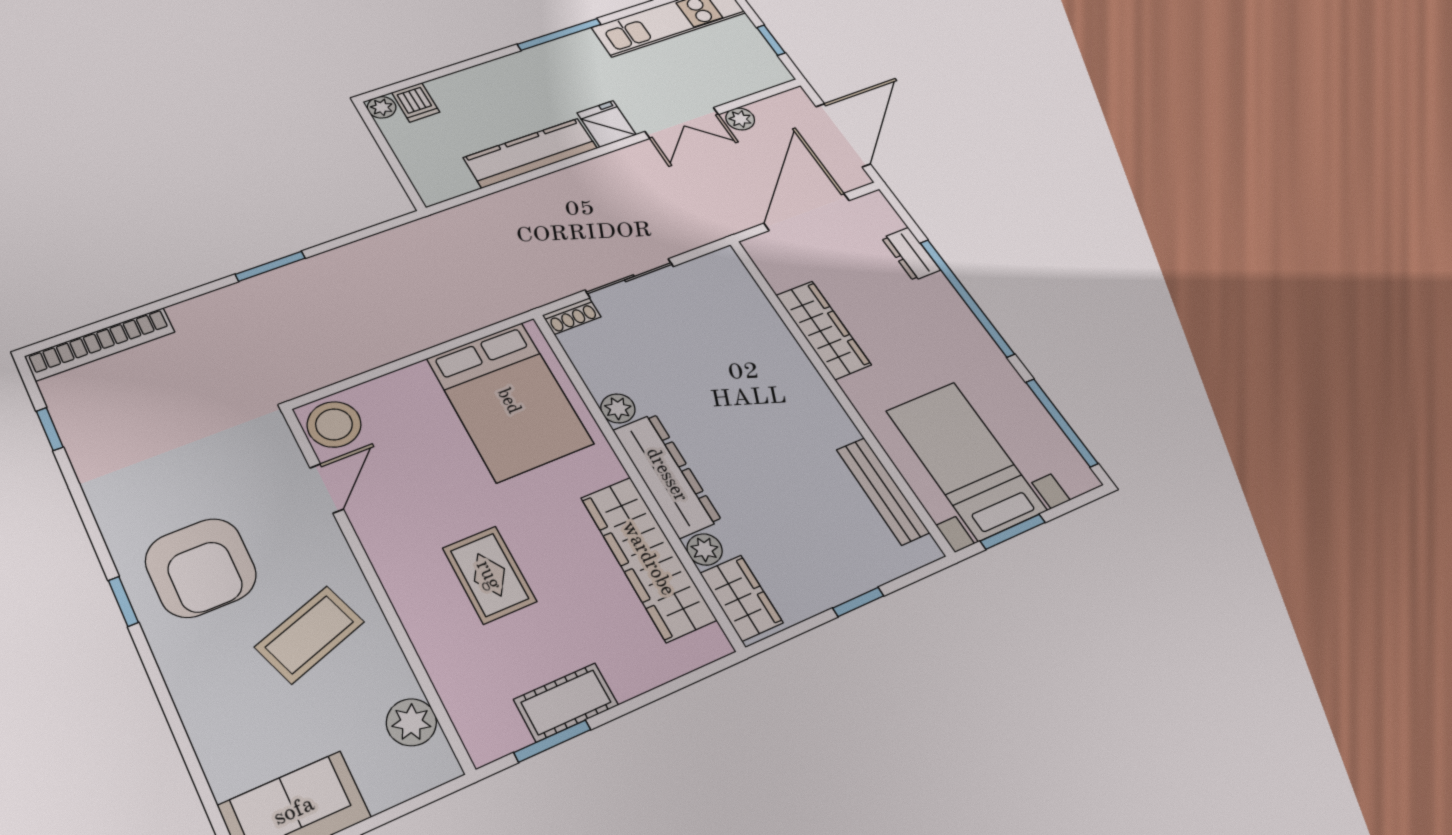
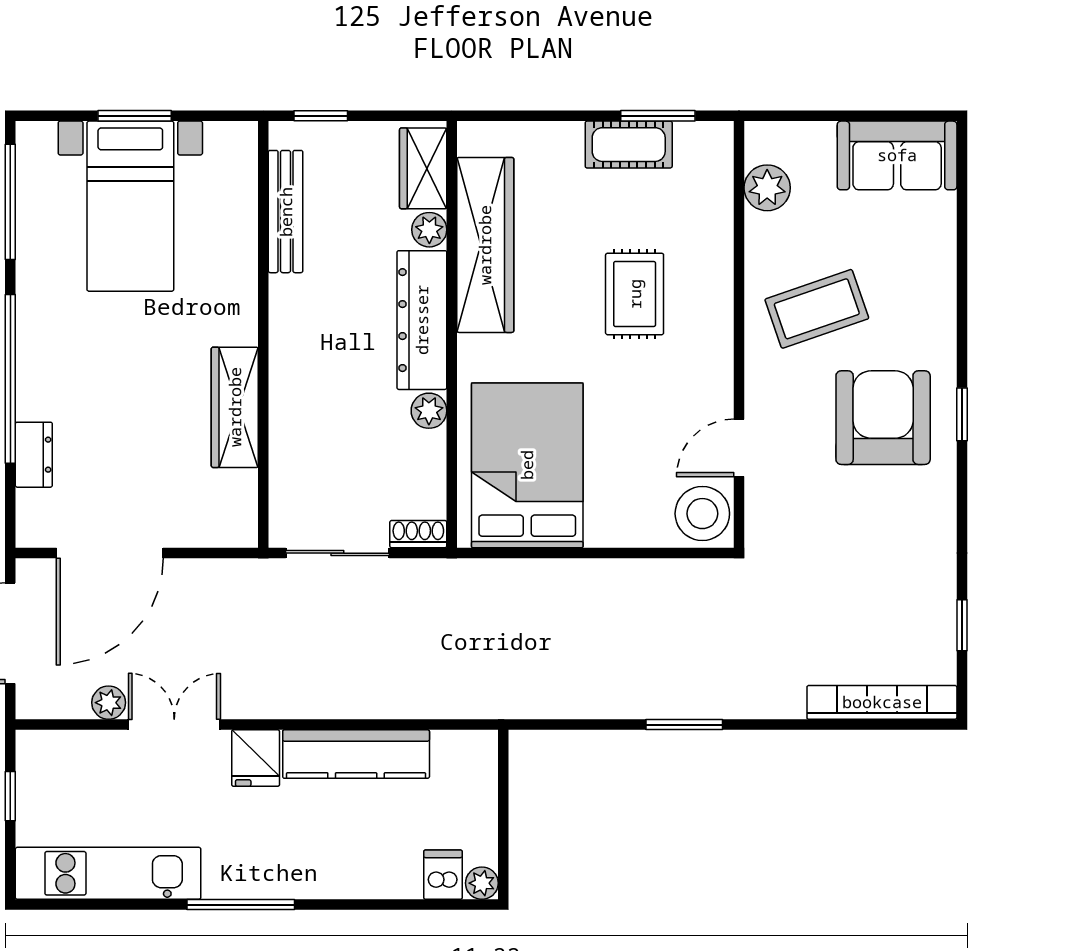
wardrobe: (823, 330) -> (235, 407), moved
wall: (837, 391) -> (263, 334), moved
bench: (883, 491) -> (286, 212), moved

